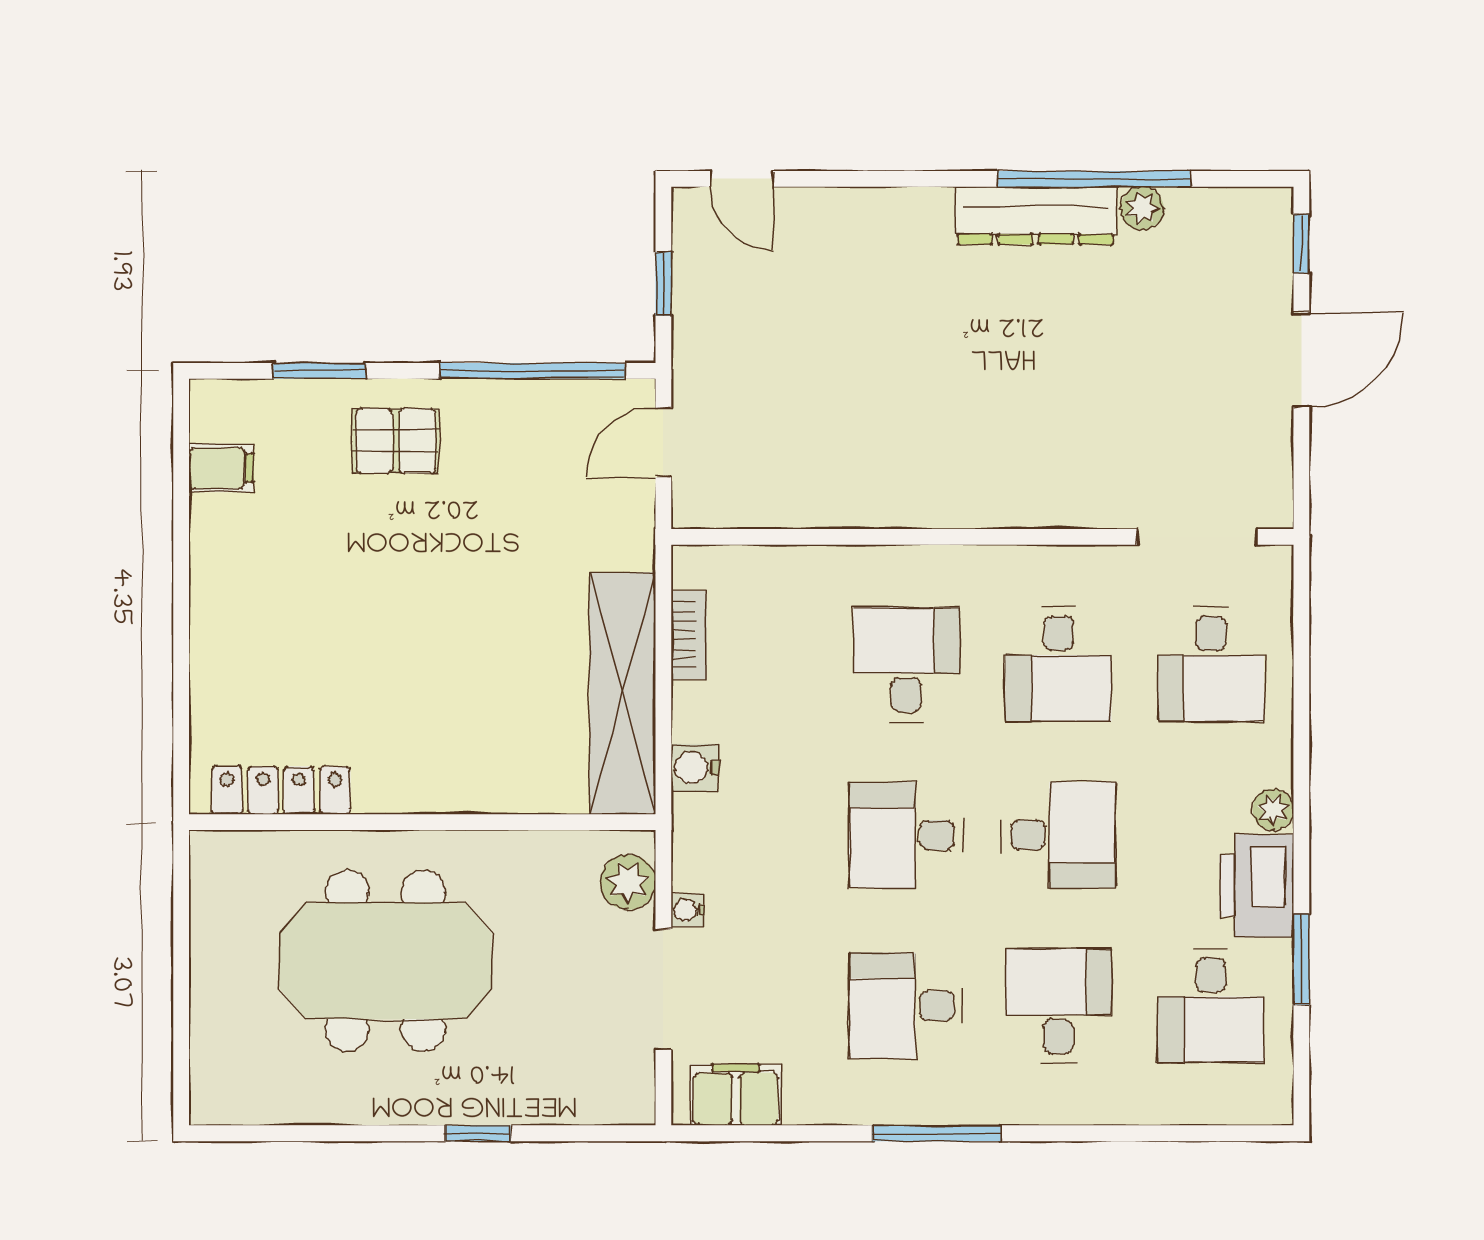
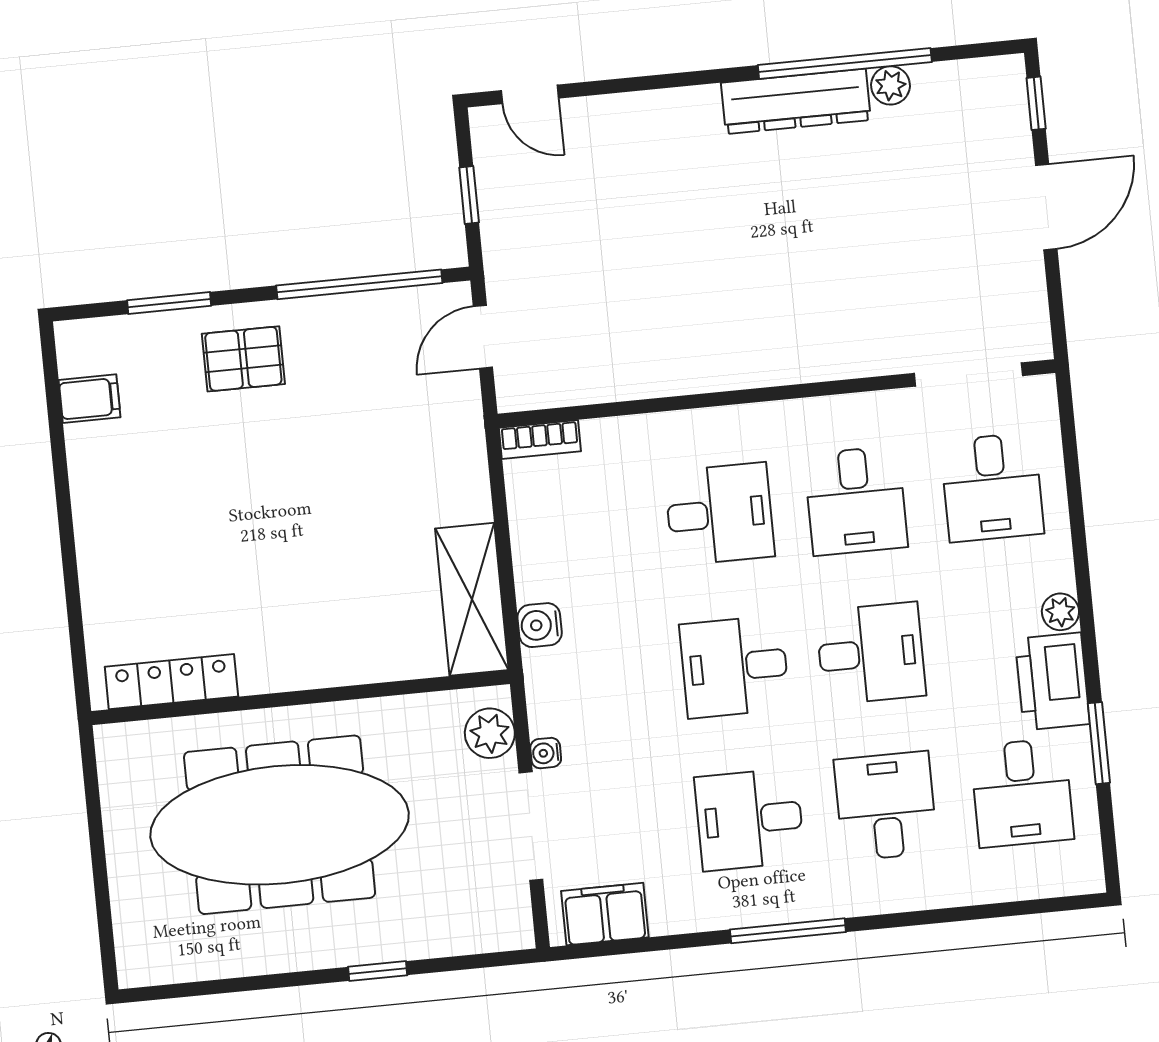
bookcase: (689, 635) -> (540, 439), moved, turned 90
desk: (906, 664) -> (720, 514), turned 90
shelving: (623, 693) -> (472, 599), width x0.68
meeting table: (385, 961) -> (280, 825), width x1.36

